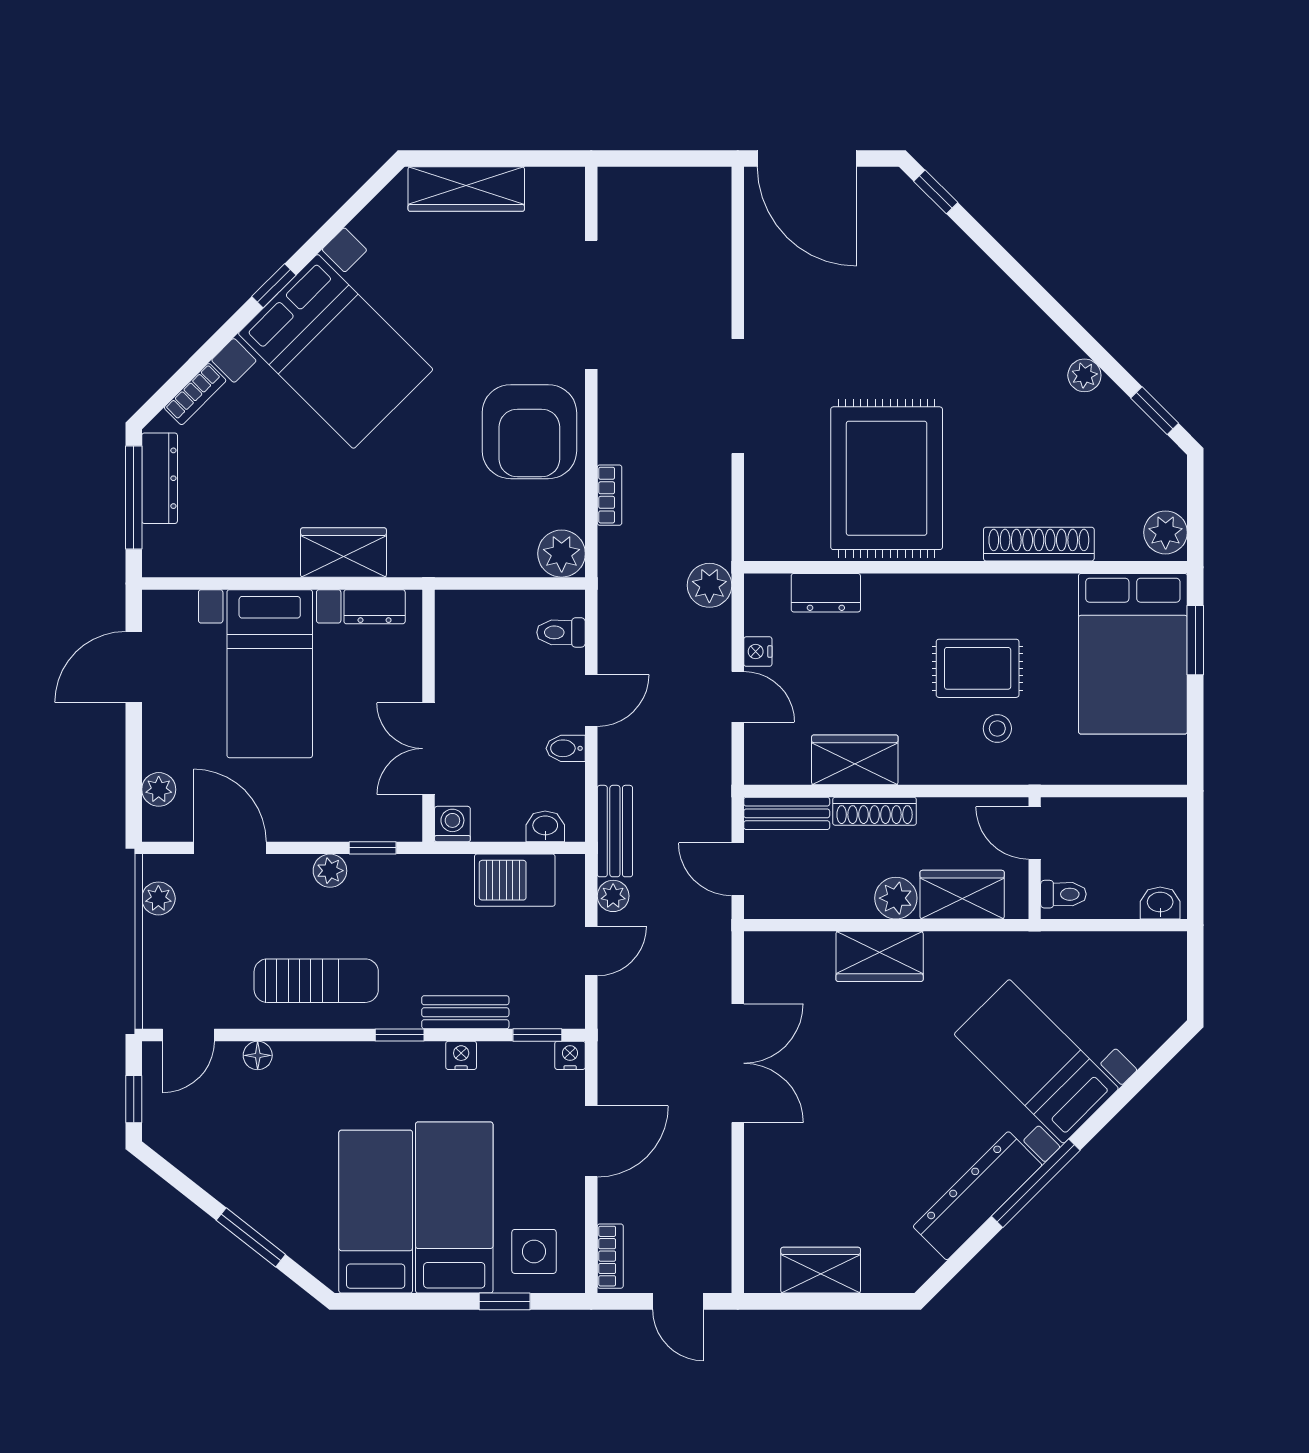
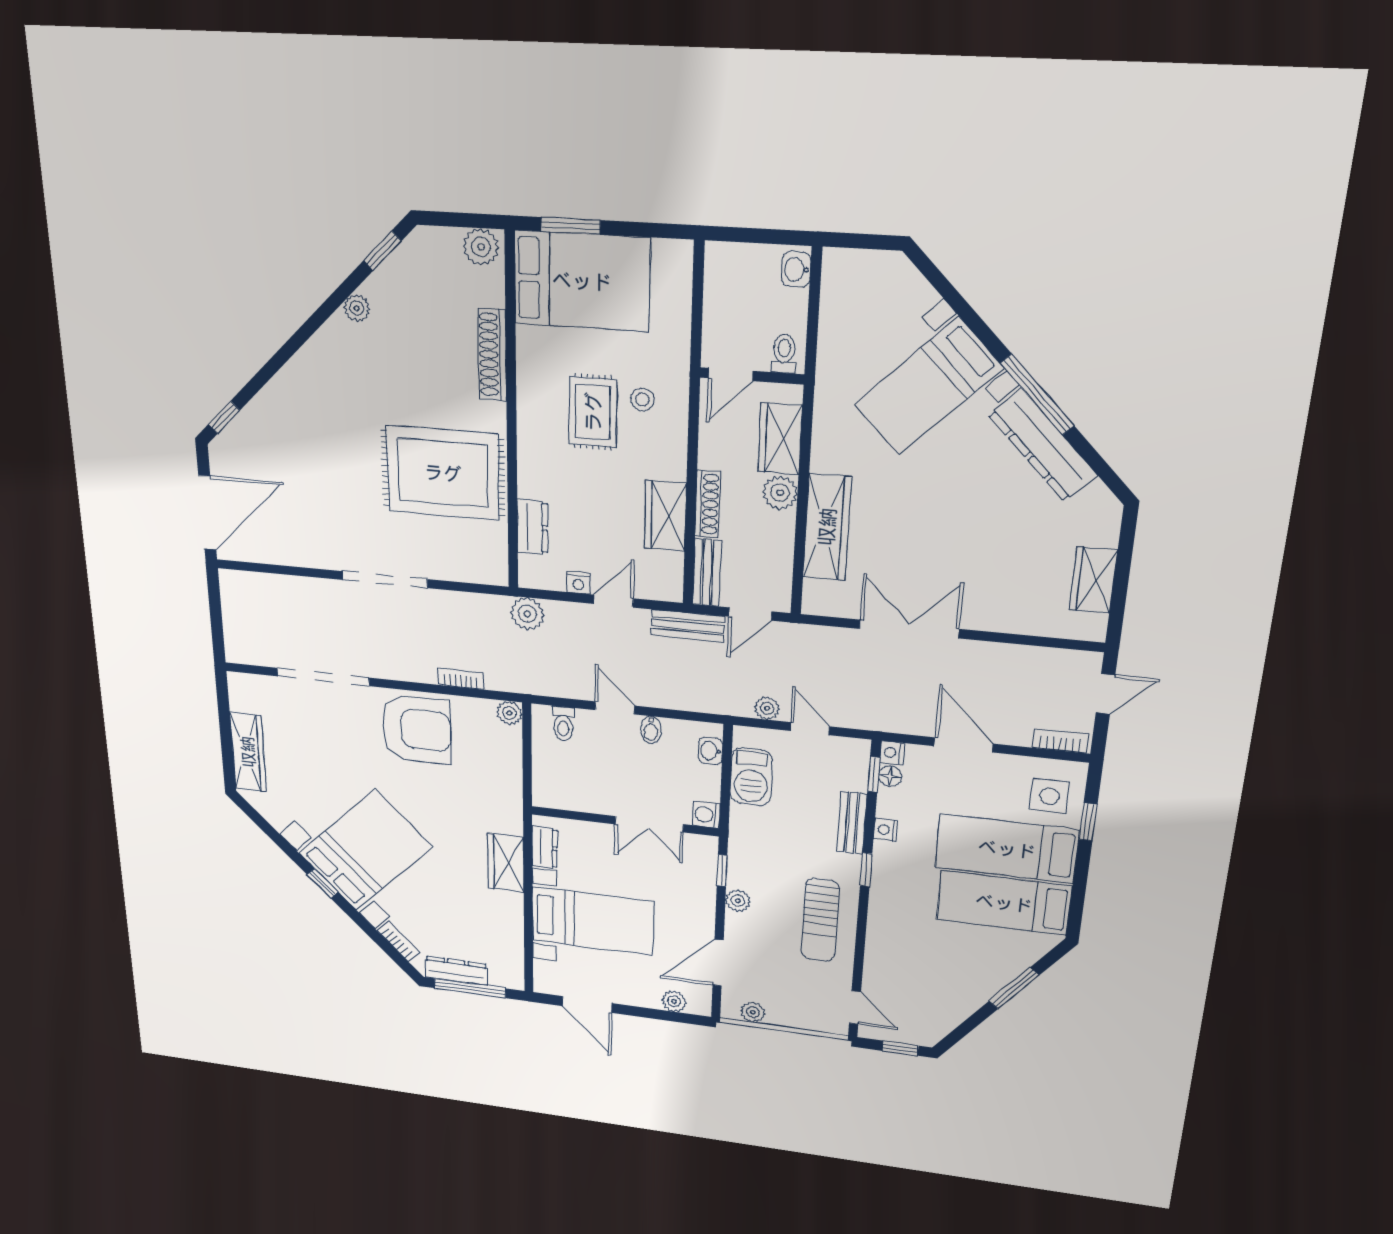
plant: (562, 554) -> (509, 713), width x0.73, depth x0.73
bench: (615, 831) -> (688, 626), moved
wardrobe: (880, 956) -> (827, 527), width x1.50
sun lounger: (316, 981) -> (820, 920), turned 180
floor lamp: (258, 1055) -> (890, 776), moved

